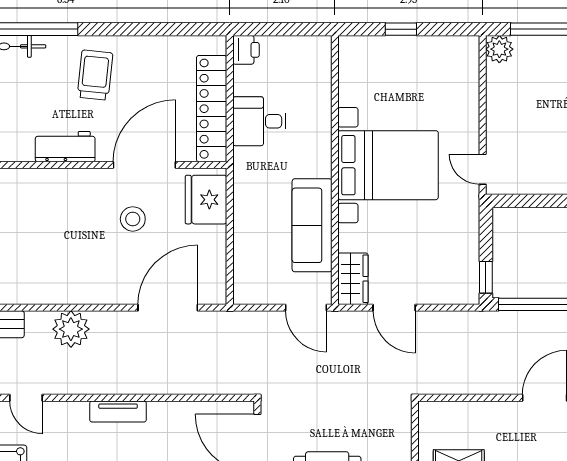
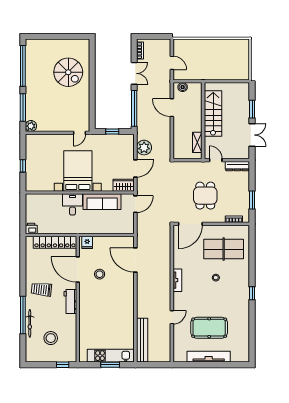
desk: (259, 121) -> (73, 204), moved, turned 180
fridge: (206, 200) -> (87, 242), width x0.53, depth x0.75
window: (486, 277) -> (112, 131), moved
plant: (71, 329) -> (144, 148), moved

